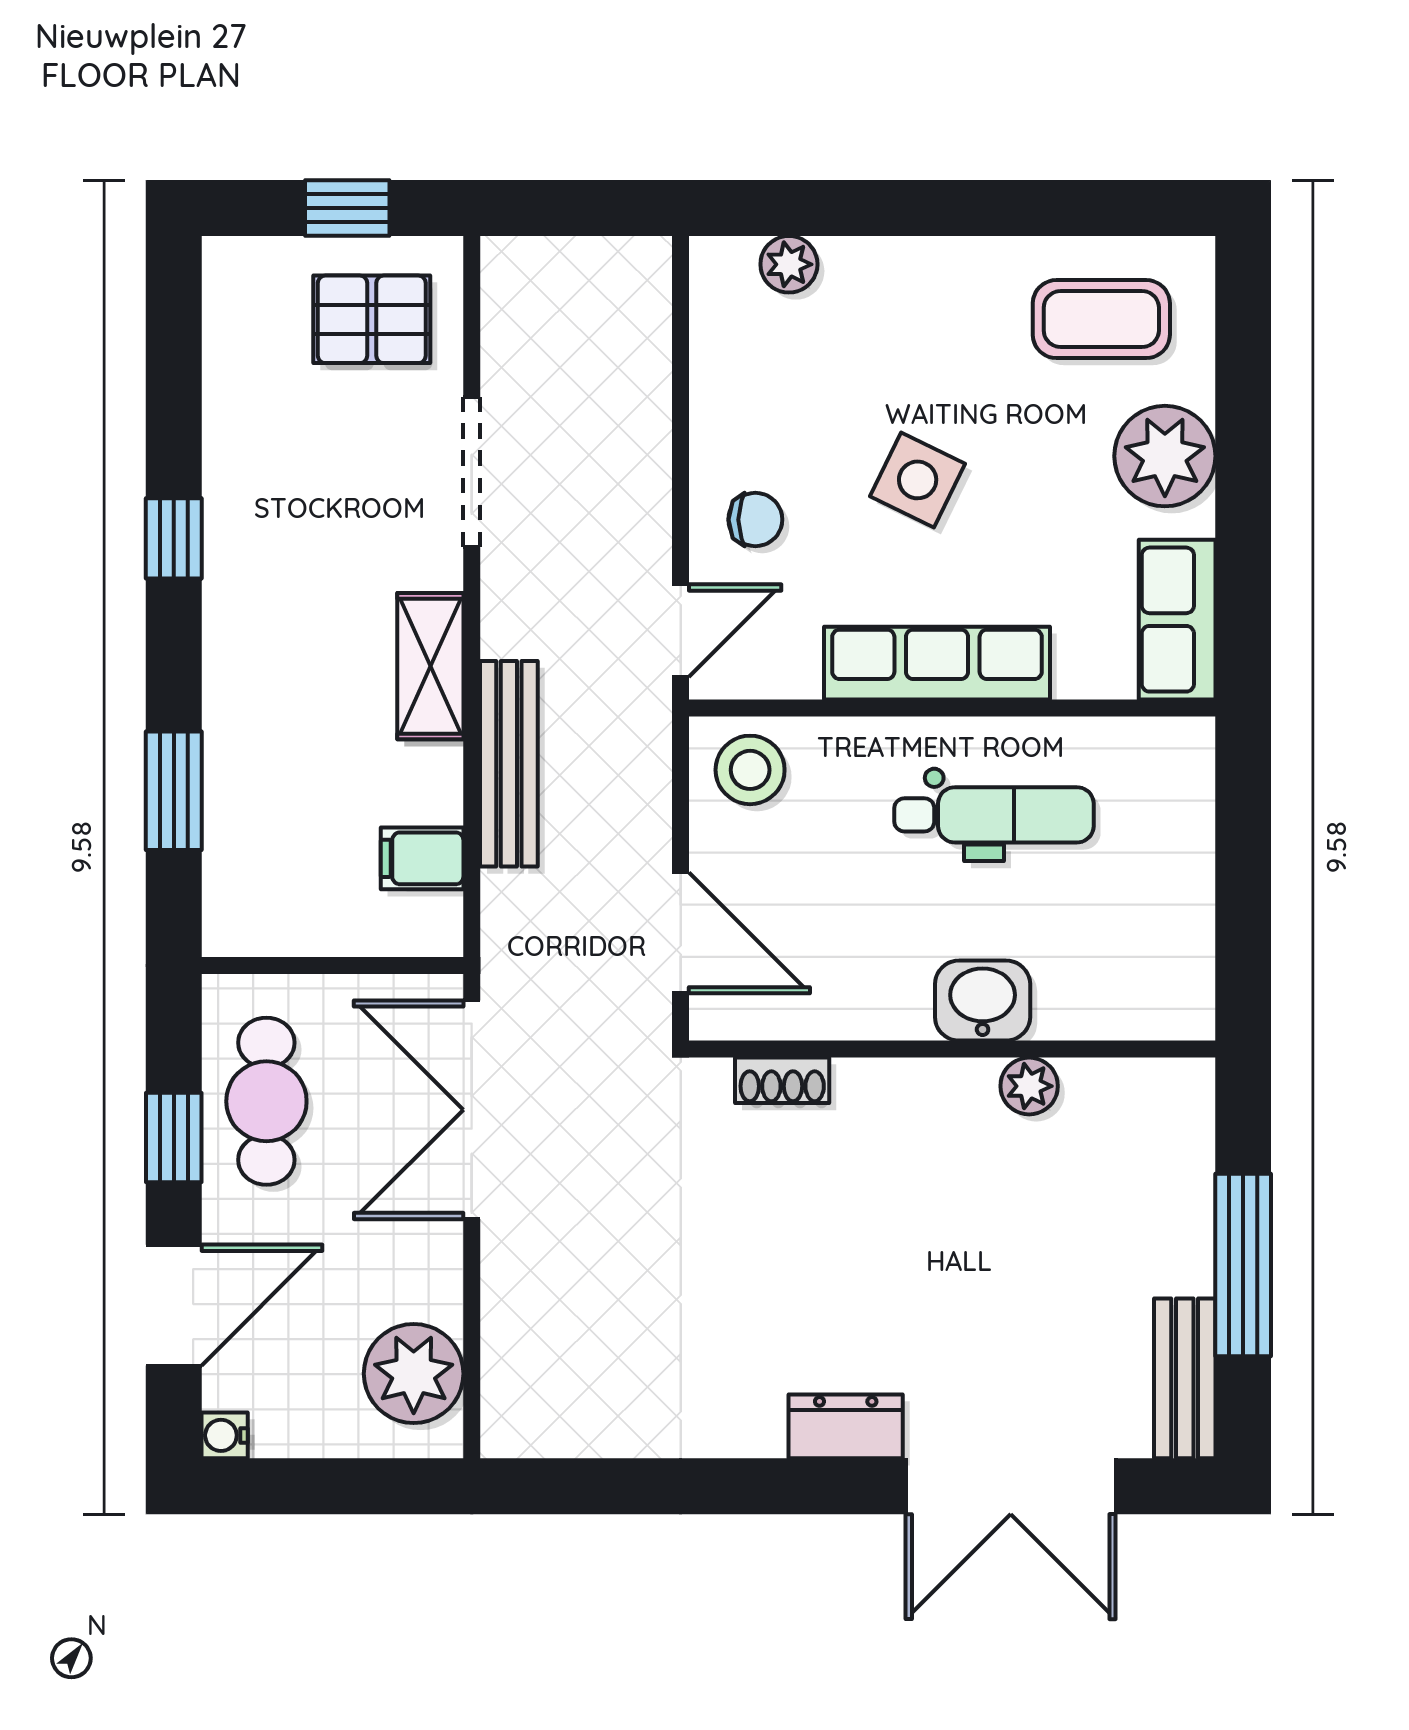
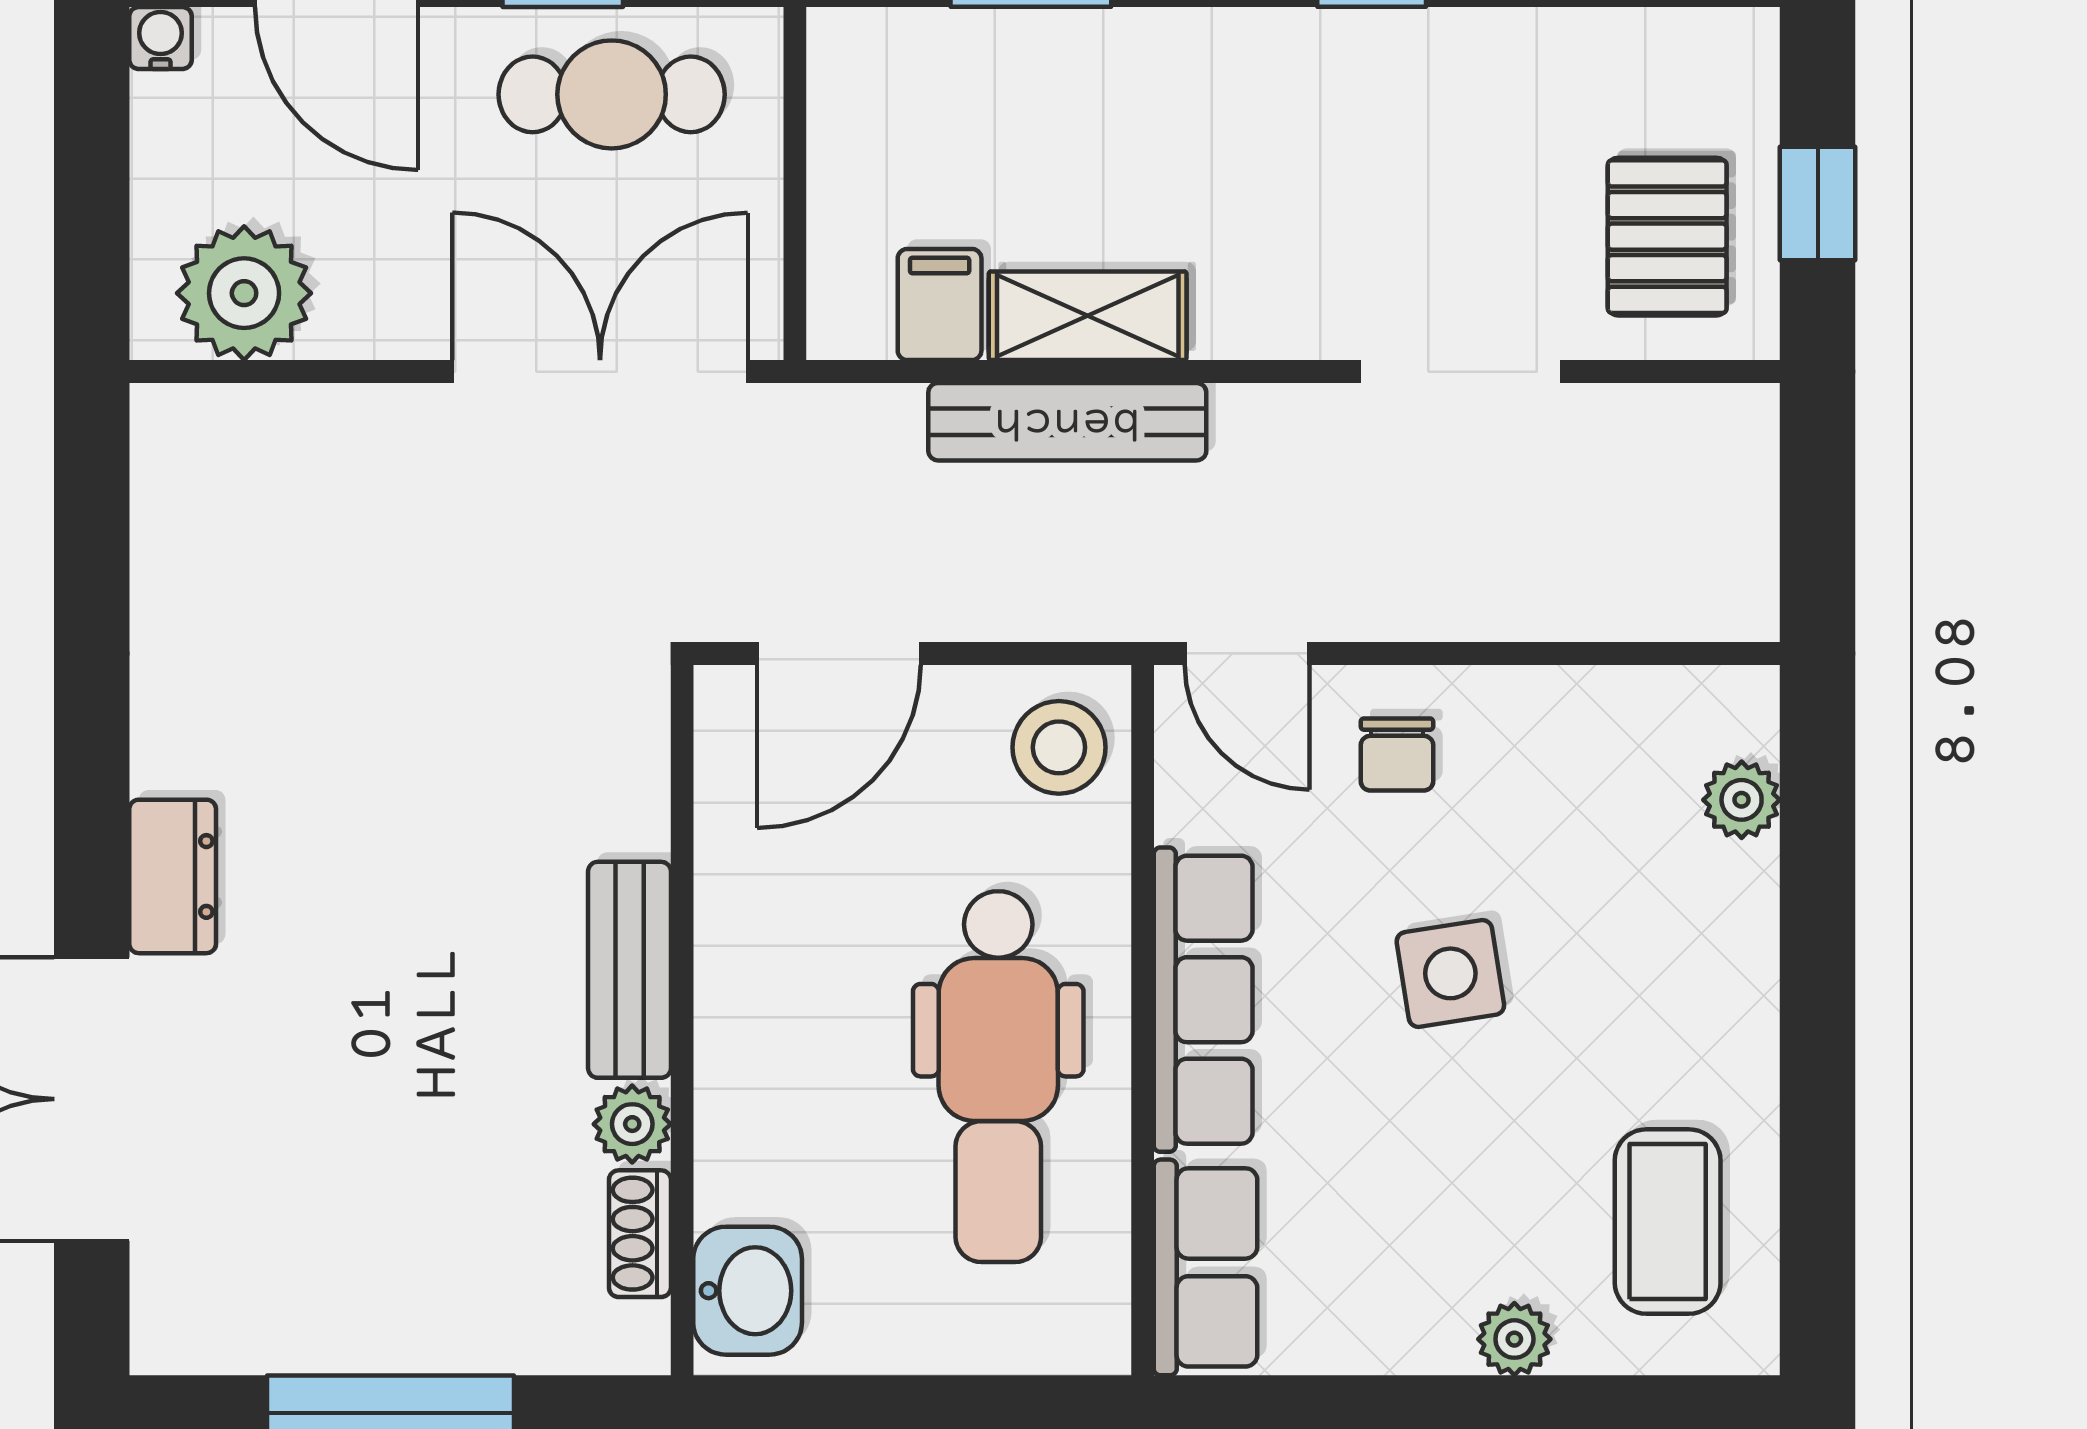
plant: (1165, 456) -> (1514, 1339), width x0.53, depth x0.53
side table: (918, 480) -> (1450, 973), turned -35
row of seats: (1177, 620) -> (1206, 1267), moved, turned 90
shelving: (430, 666) -> (1088, 316), moved
dental chair: (994, 815) -> (998, 1077), width x1.36, depth x1.38
washbasin: (983, 1001) -> (748, 1291), moved
shoe rack: (782, 1080) -> (640, 1234), moved
bench: (1185, 1378) -> (629, 970), moved, turned 90

